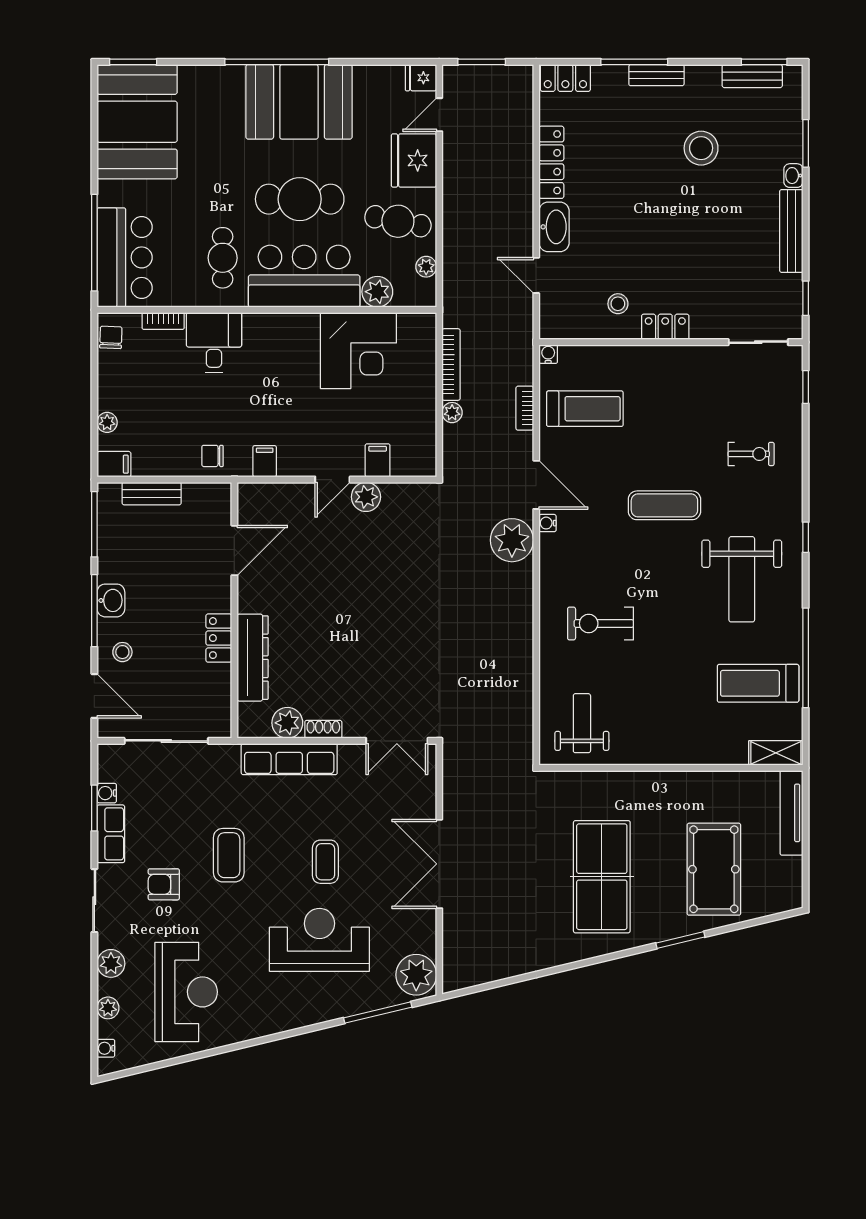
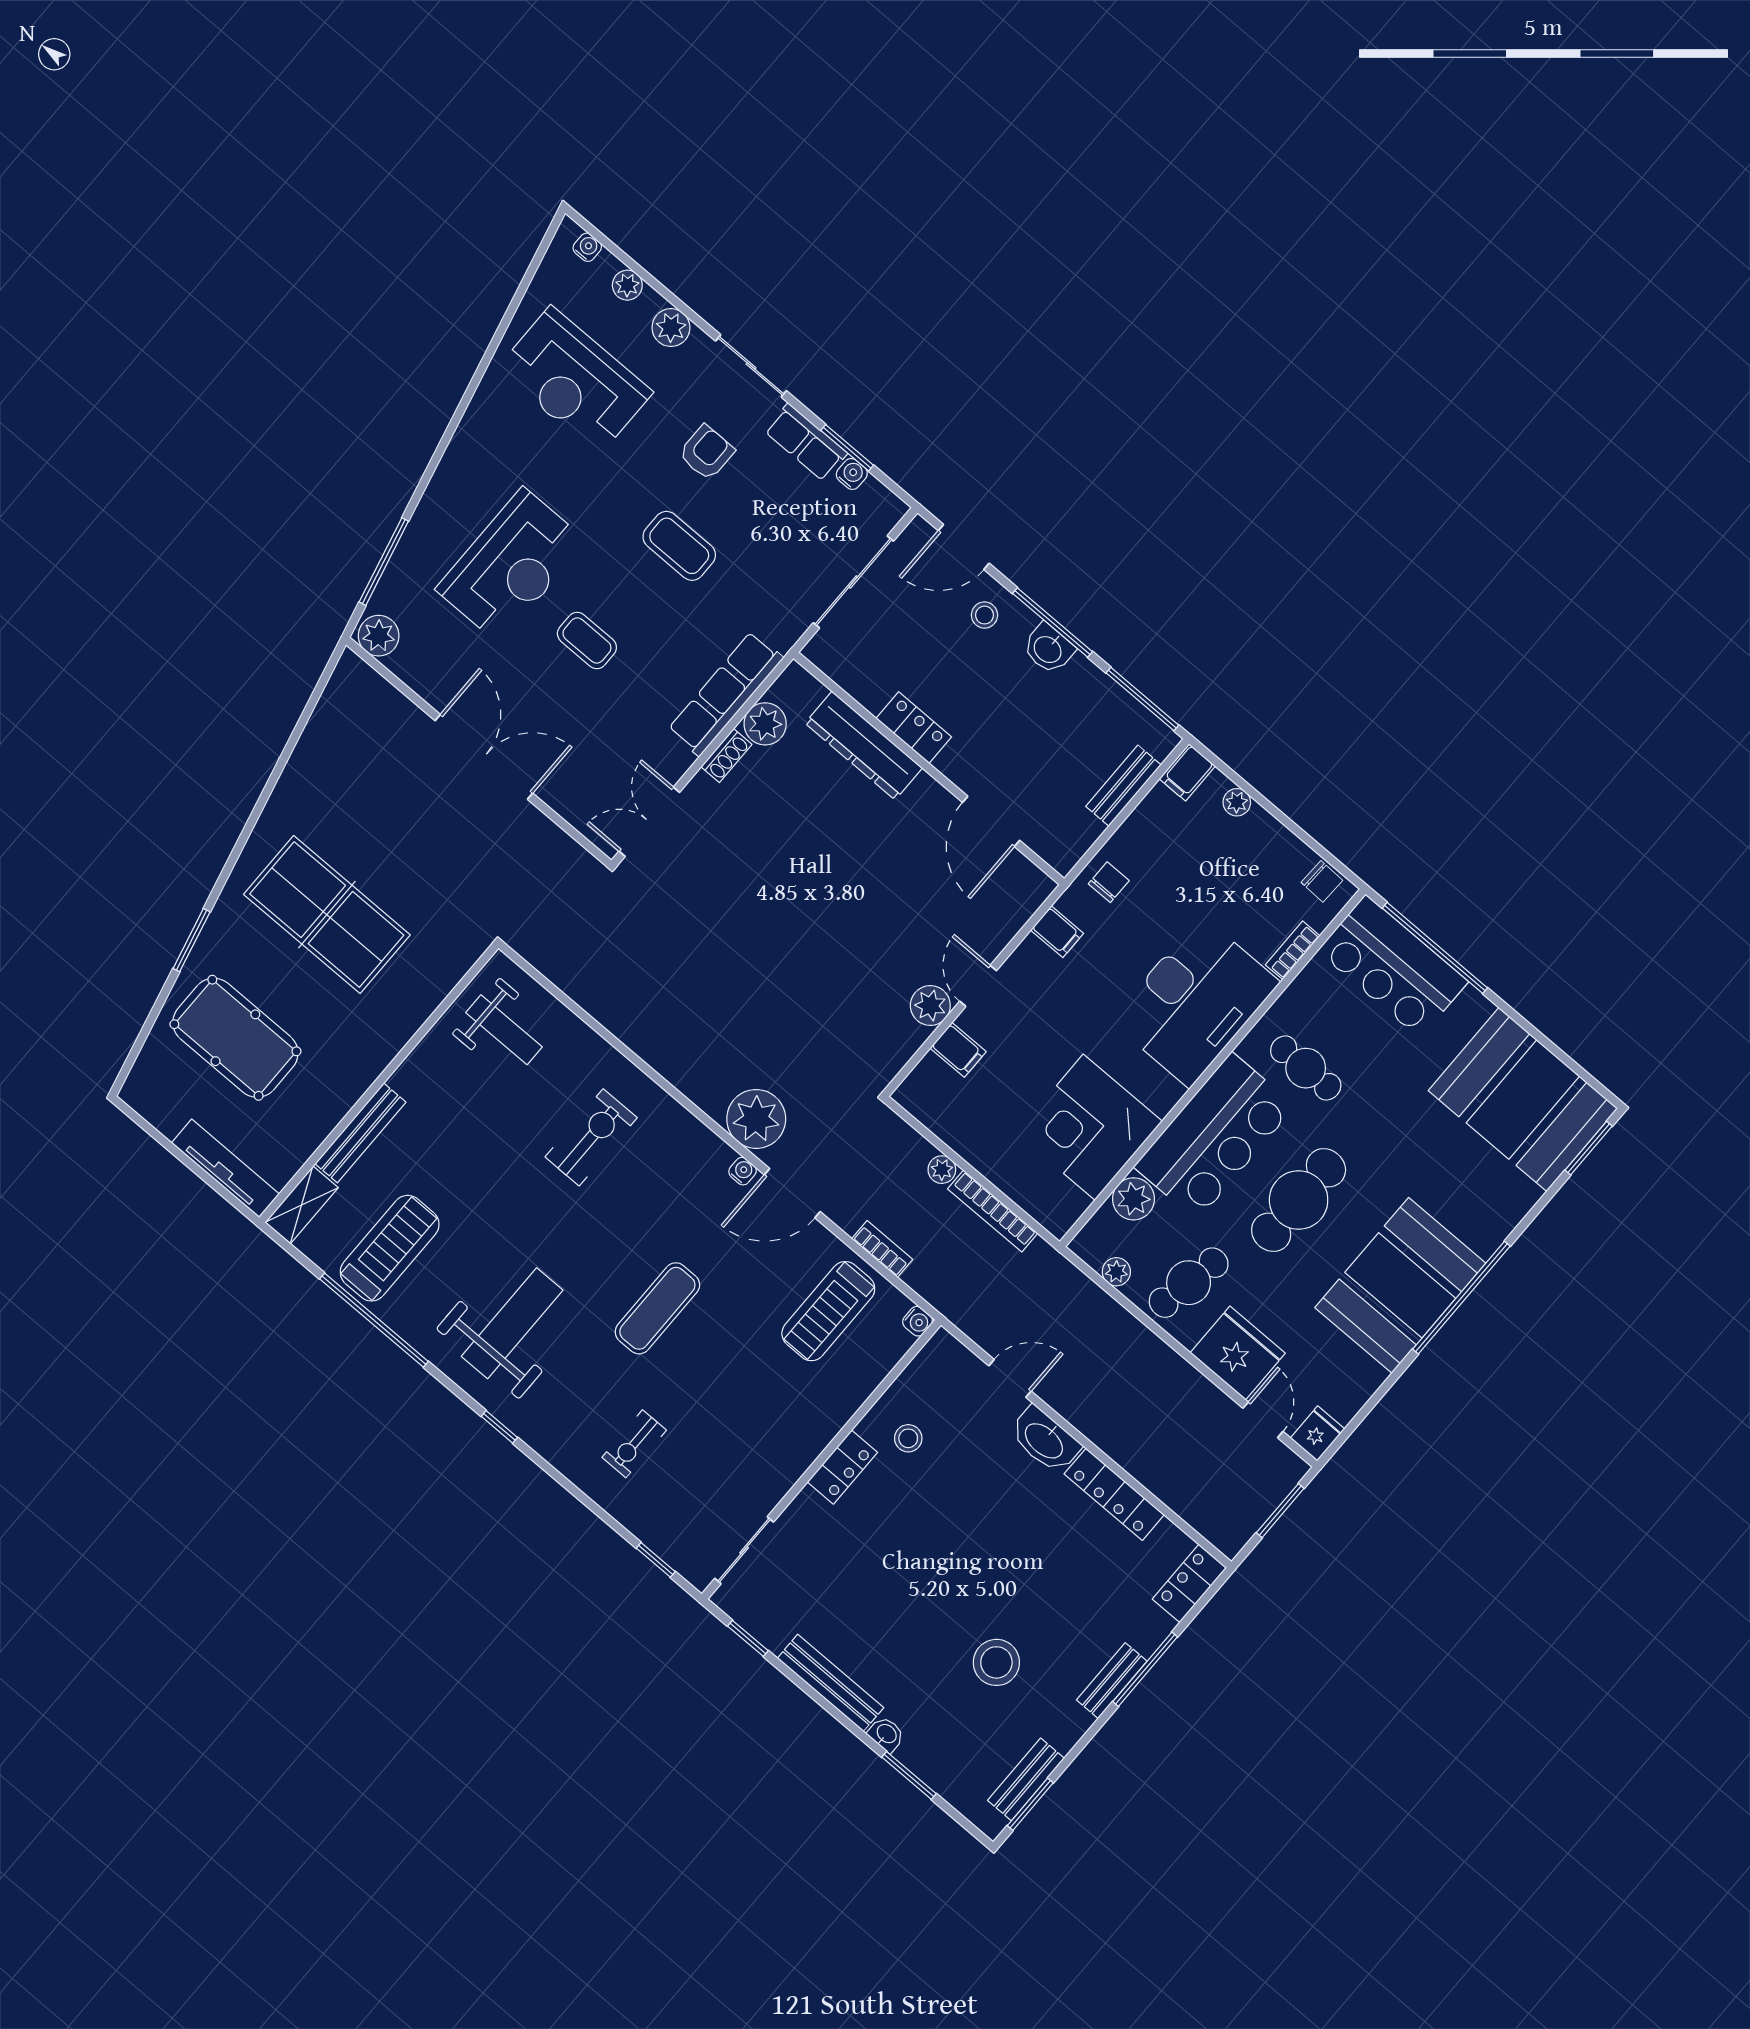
desk: (214, 342) -> (1195, 1001), width x1.87, depth x1.30
weight bench: (742, 579) -> (512, 1323), turned 90
bench: (708, 754) -> (360, 1133), added
plant: (416, 975) -> (379, 636), width x0.73, depth x0.73

